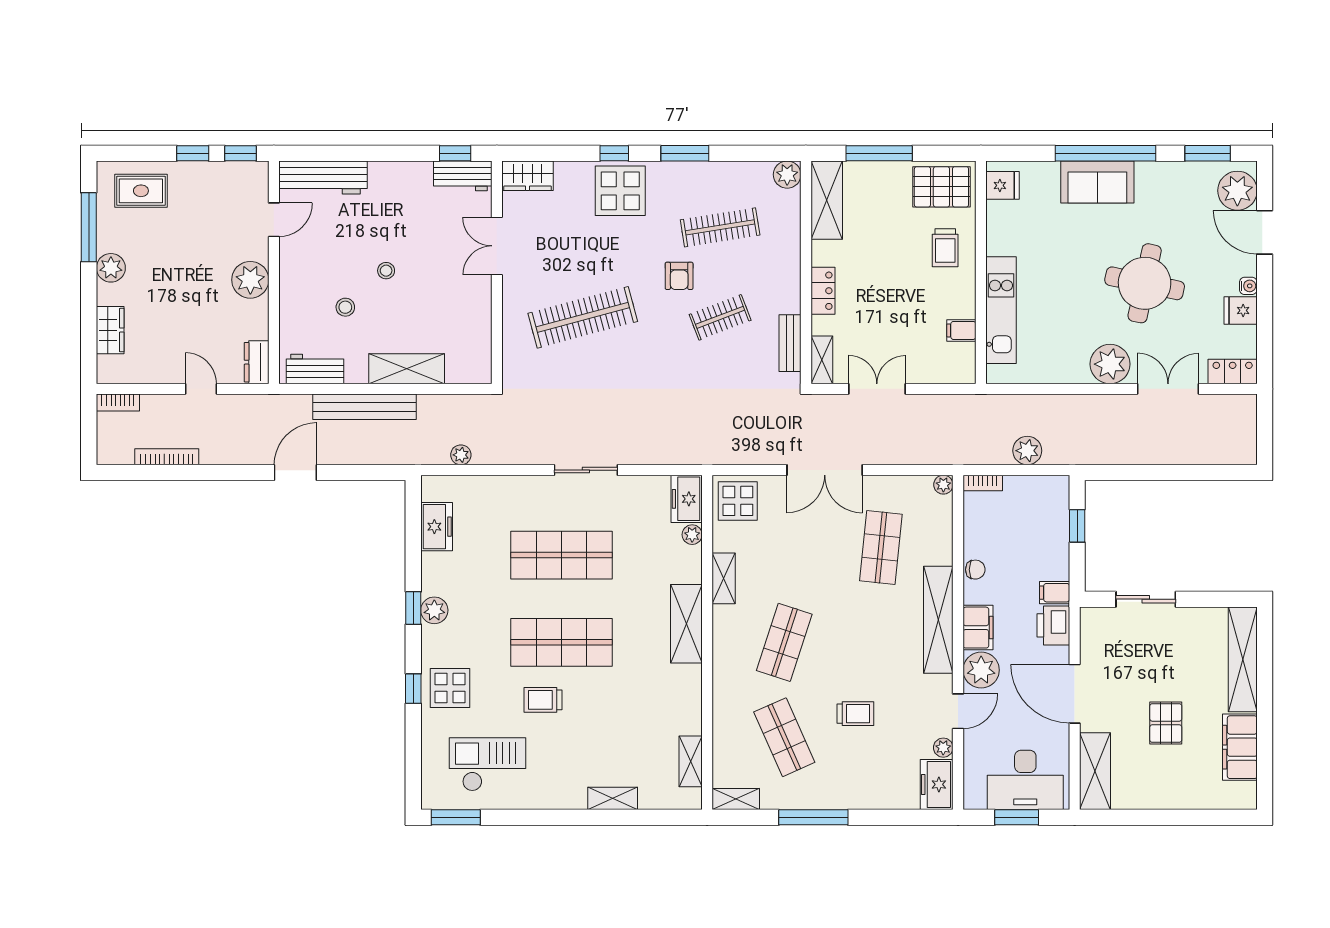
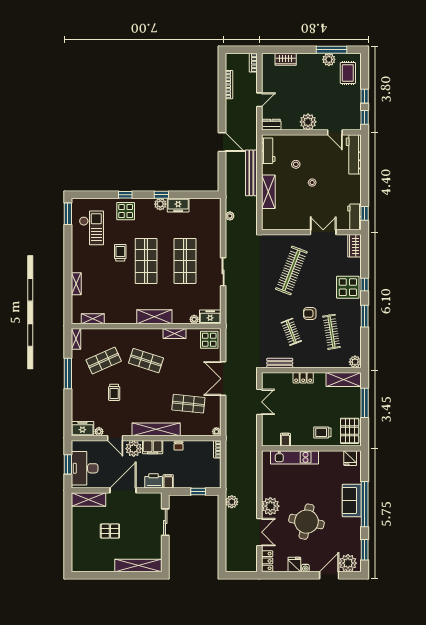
plant: (111, 268) -> (329, 59), moved
clothes rail: (583, 317) -> (291, 270), turned 36
shelving: (822, 360) -> (272, 377), removed
plant: (1027, 451) -> (232, 502), moved
freezer: (437, 527) -> (178, 205), moved
filing cabinet: (1240, 747) -> (99, 564), removed

